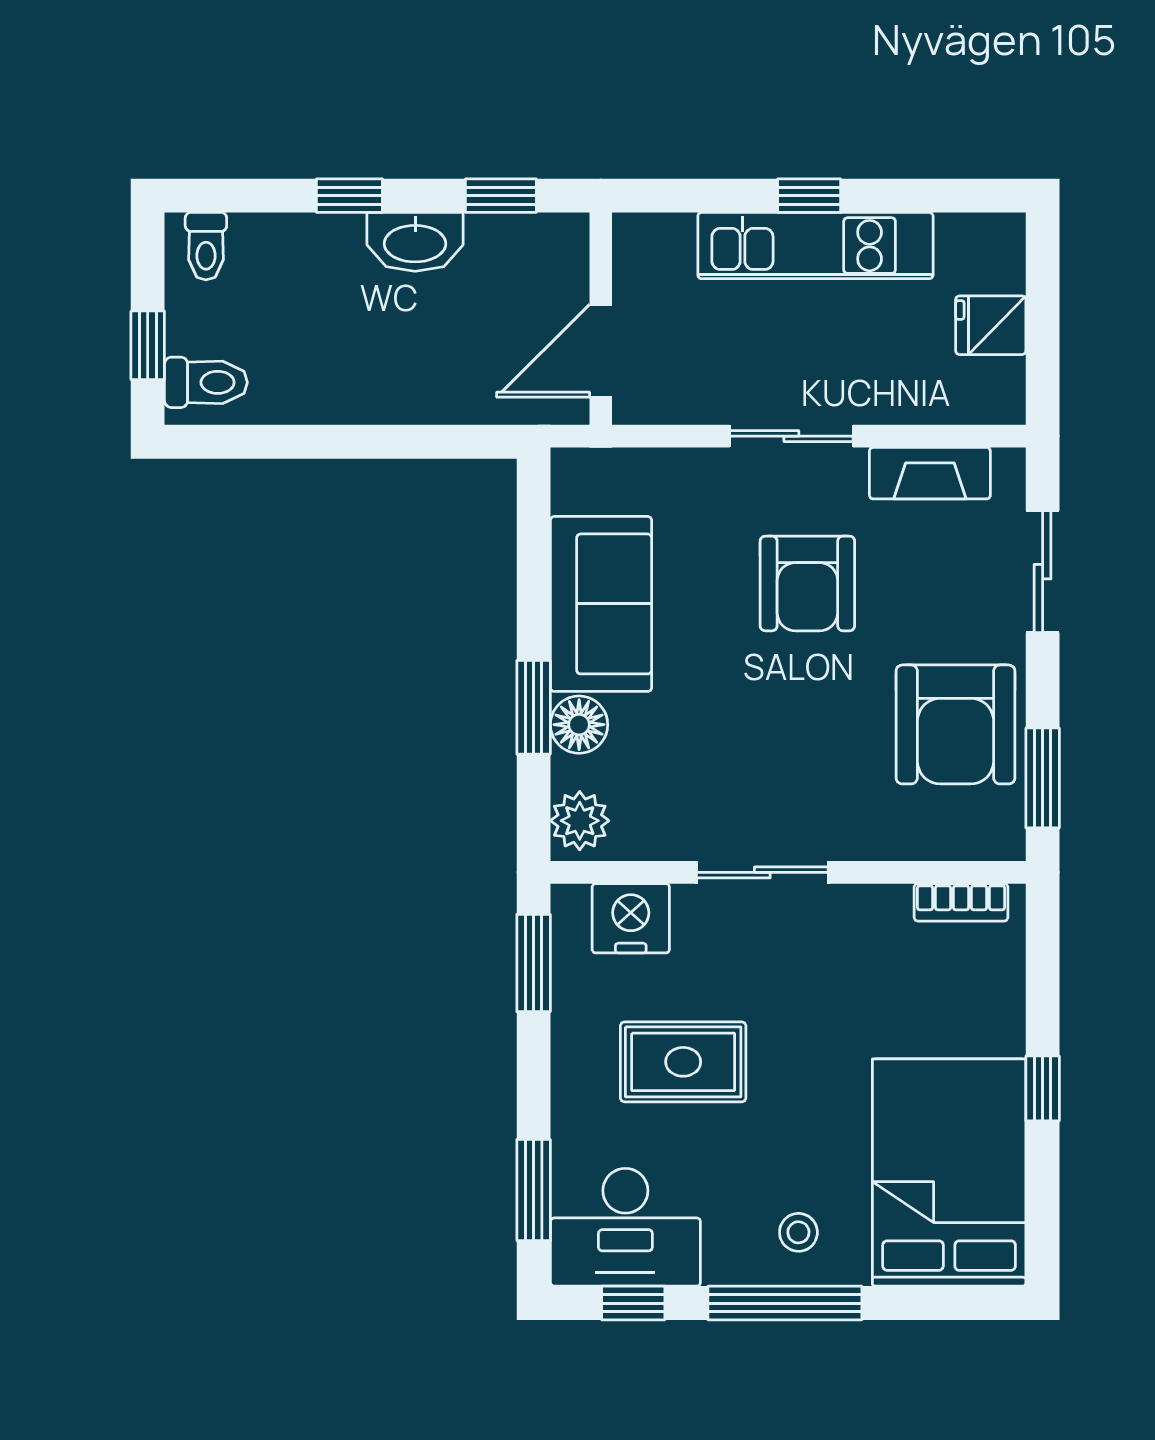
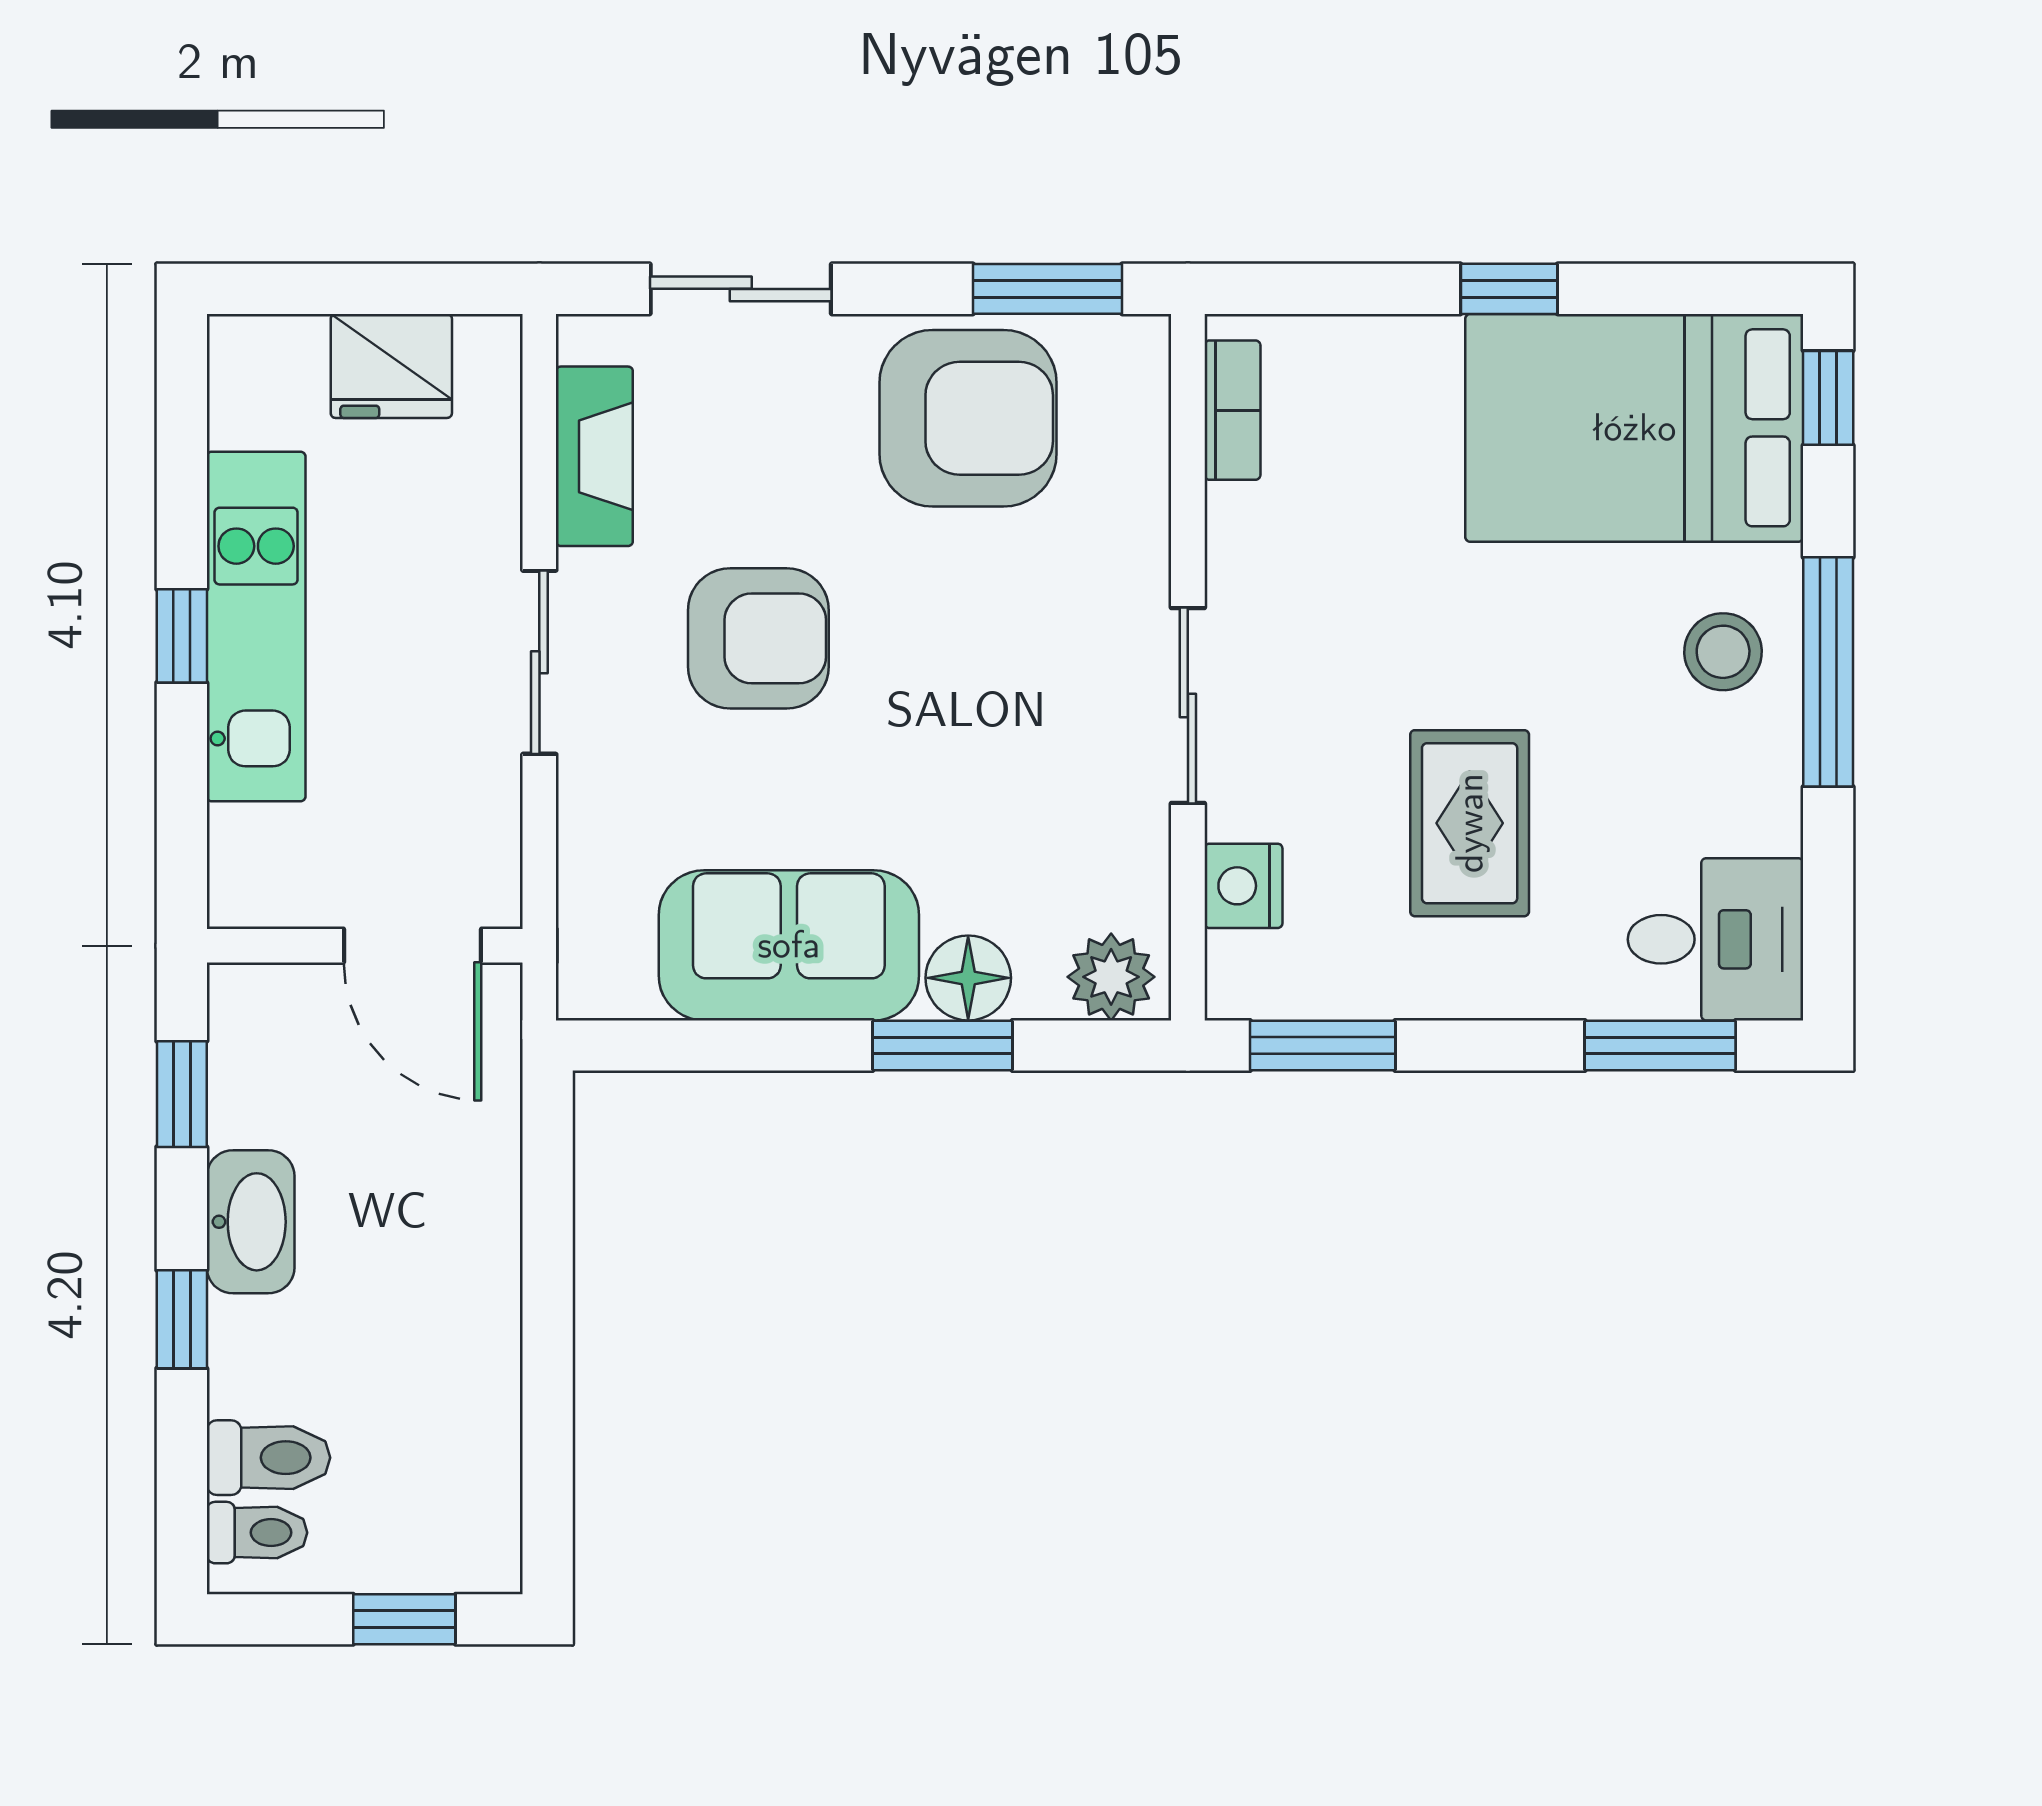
fridge: (991, 325) -> (391, 366), width x1.38
toilet: (206, 382) -> (268, 1458), moved, turned 90
nightstand: (631, 918) -> (1243, 886), width x0.74, depth x0.75
desk: (625, 1227) -> (1716, 939), width x0.73
stool: (798, 1232) -> (1723, 652), width x1.37, depth x1.37
window: (633, 1303) -> (1828, 398), moved

